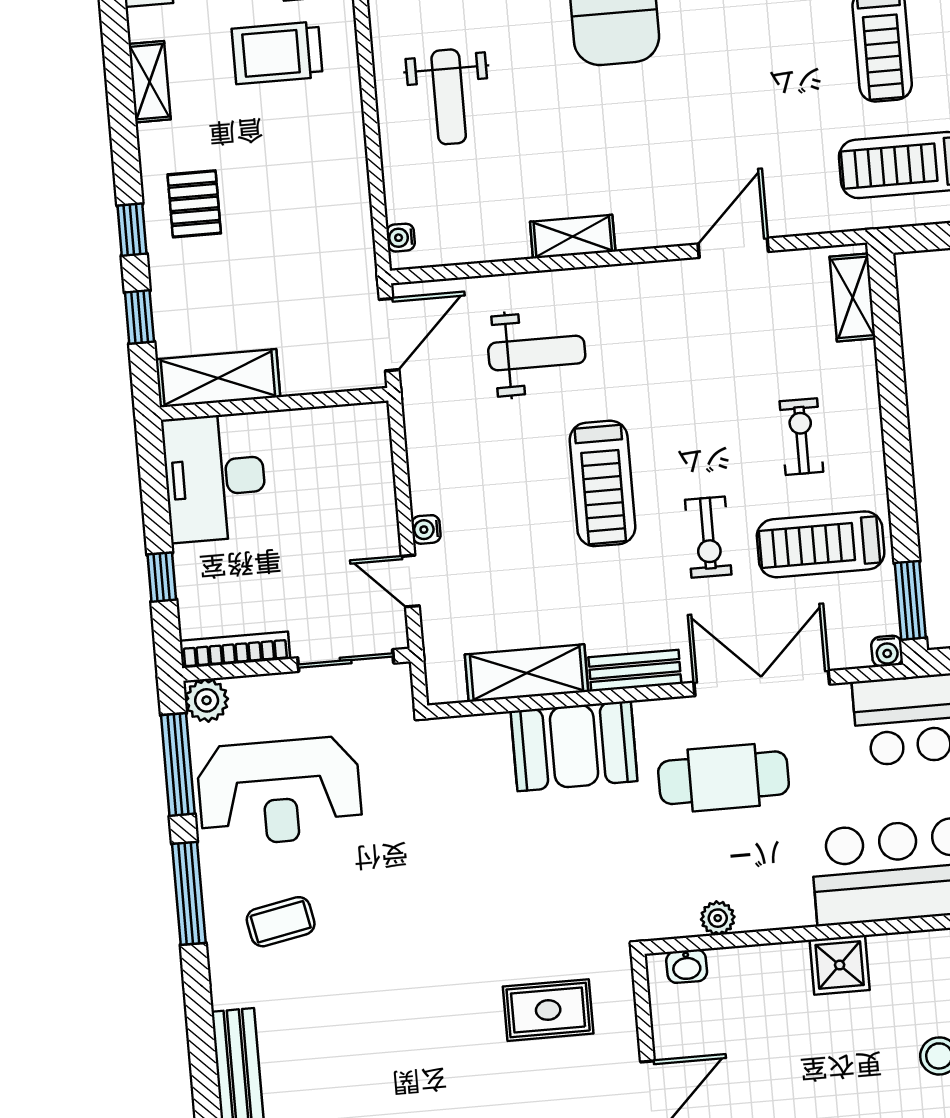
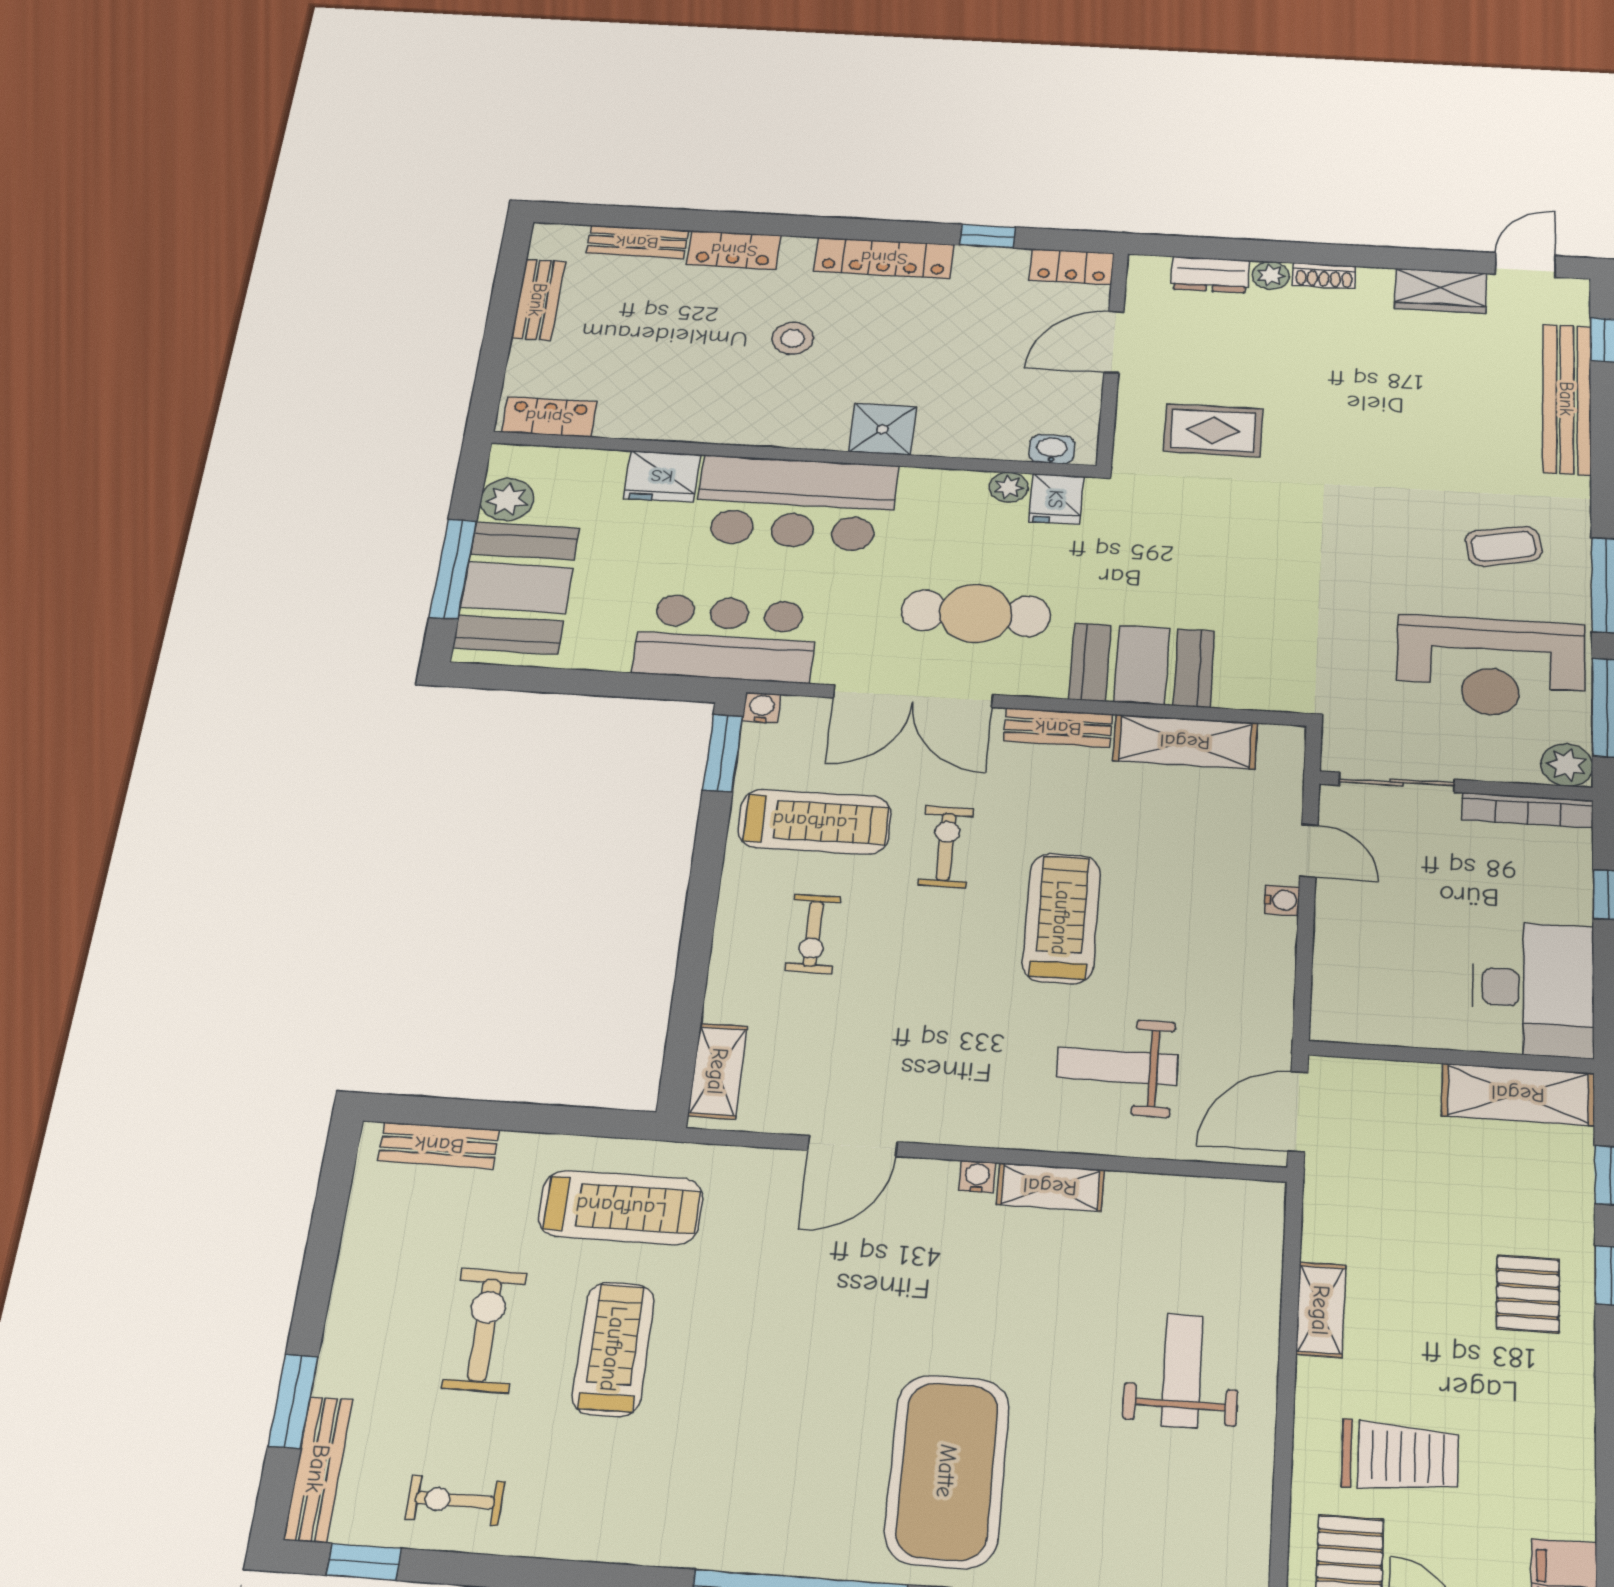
shelving: (150, 82) -> (1321, 1310), moved
water cooler: (401, 238) -> (977, 1177), moved, turned -90
reception desk: (279, 791) -> (1491, 667), turned 180
fridge: (674, 912) -> (1056, 499), added

